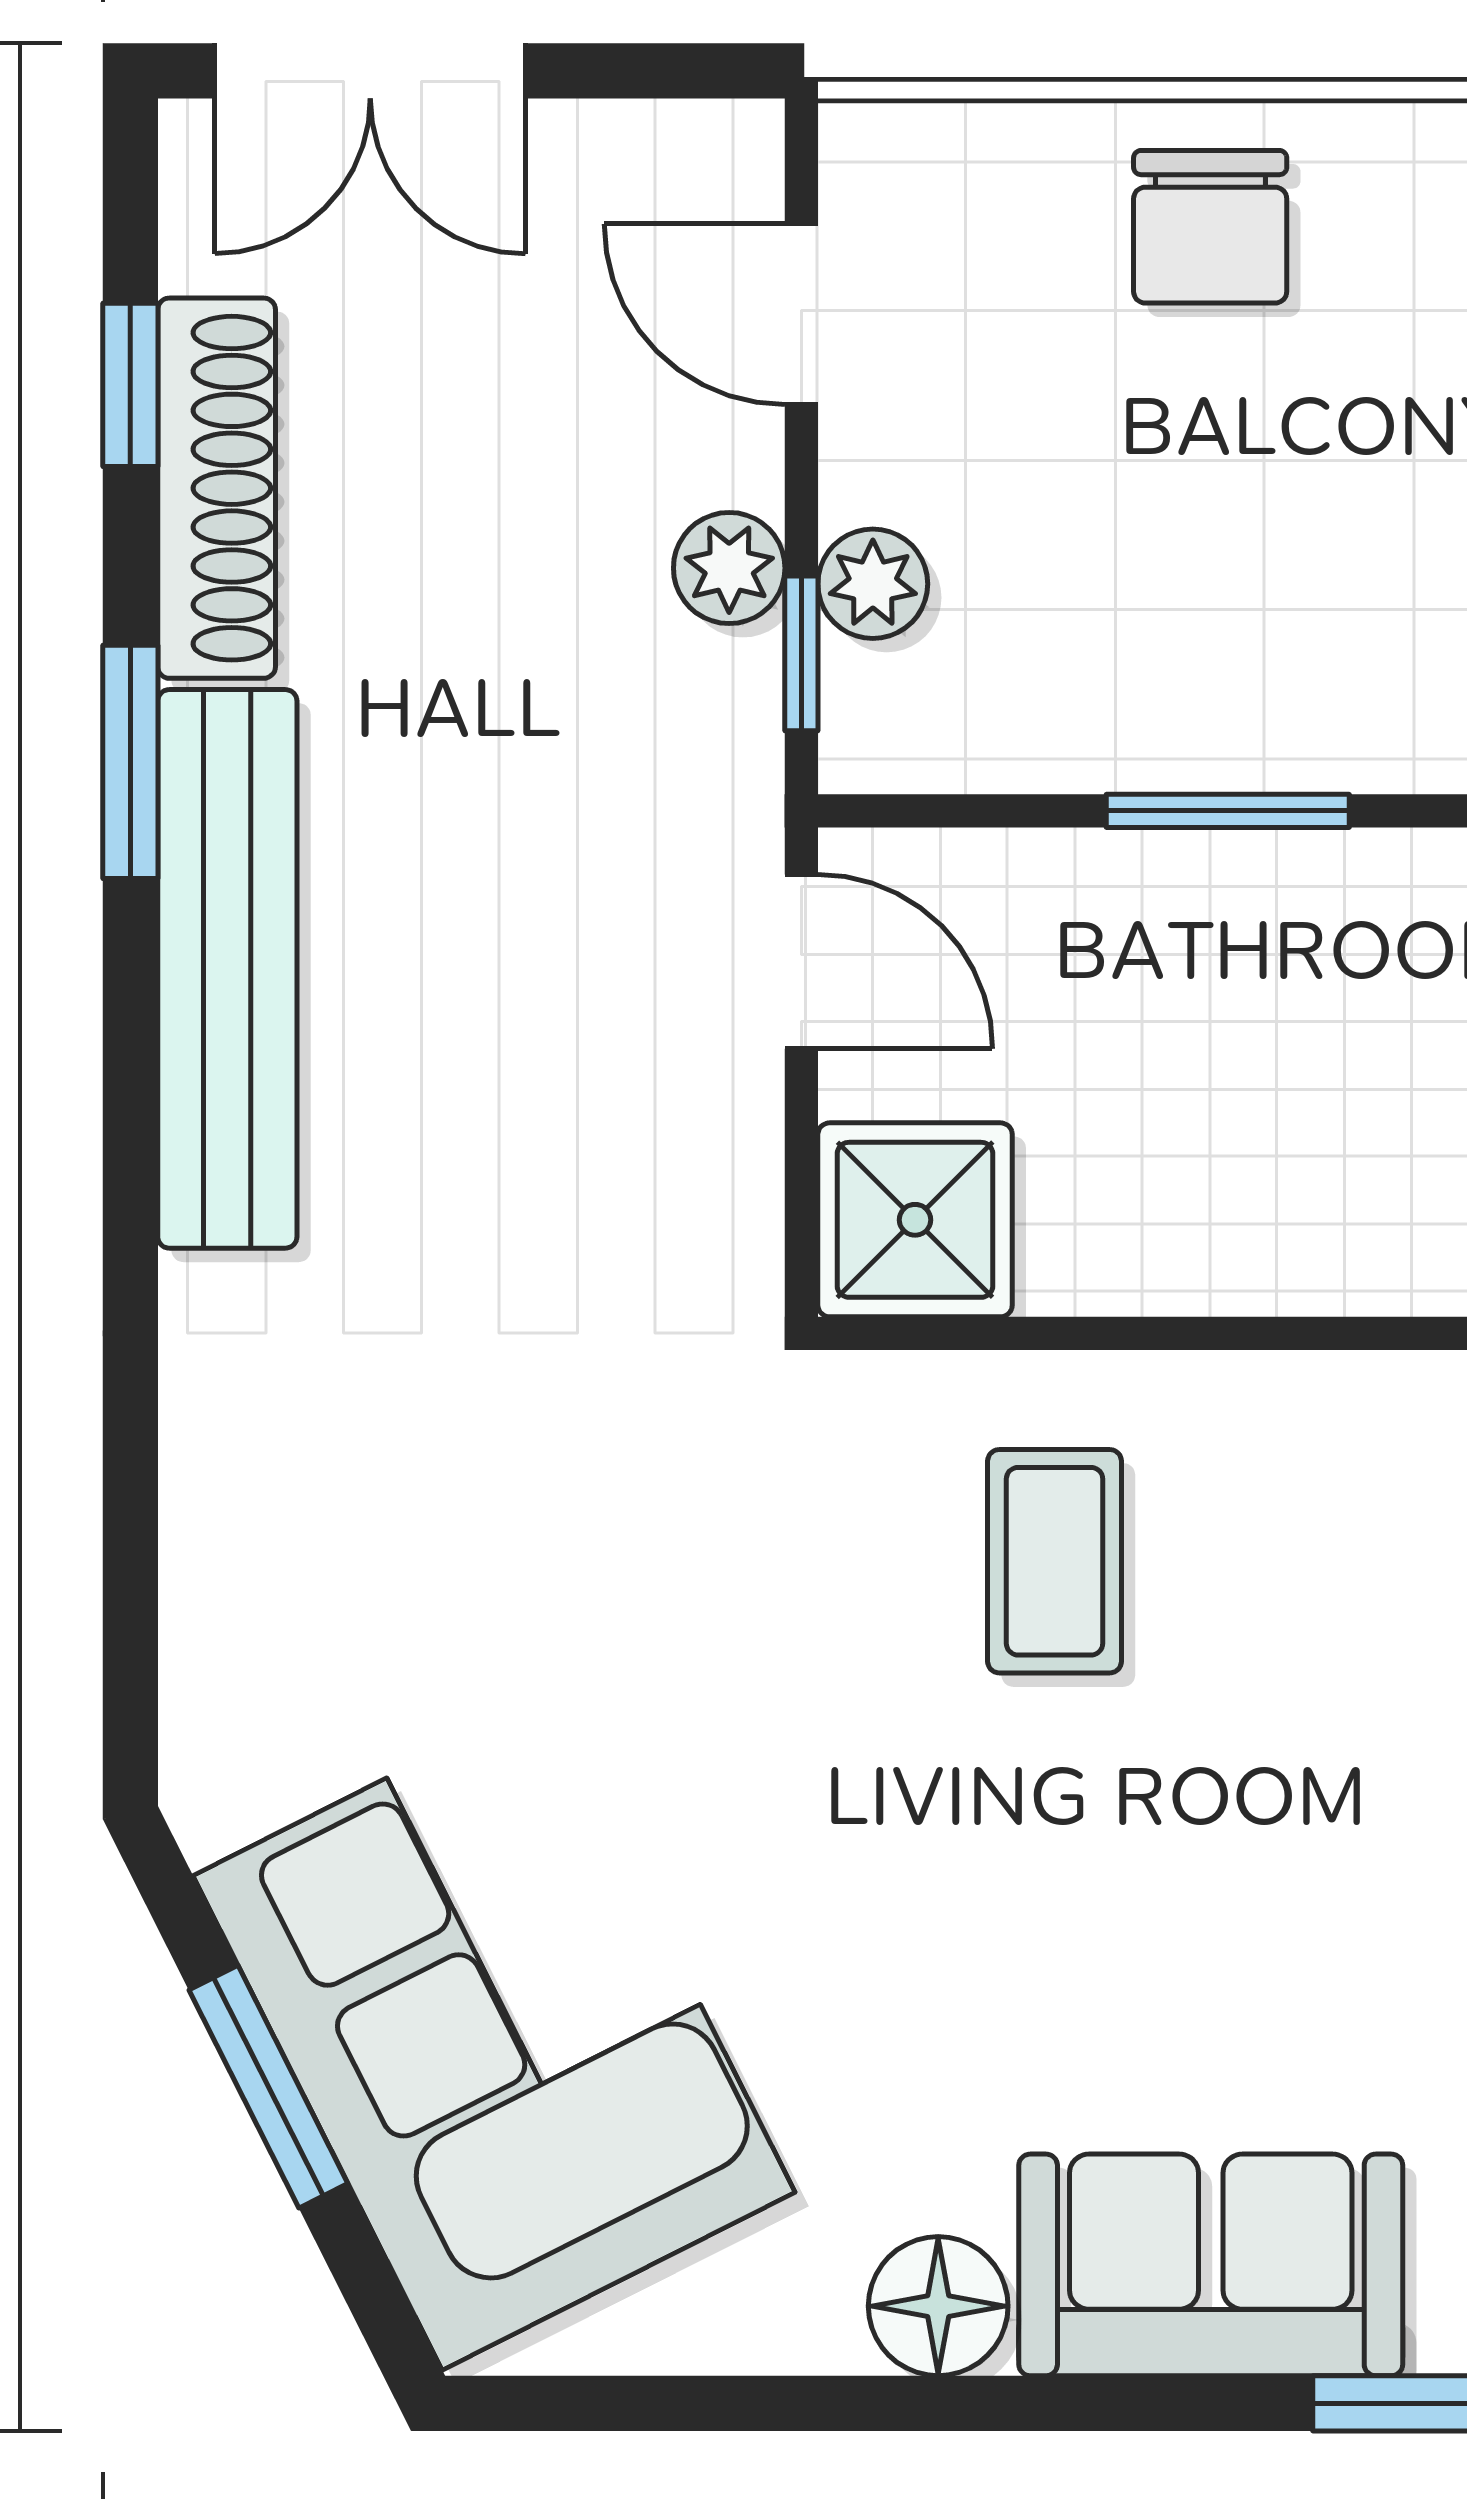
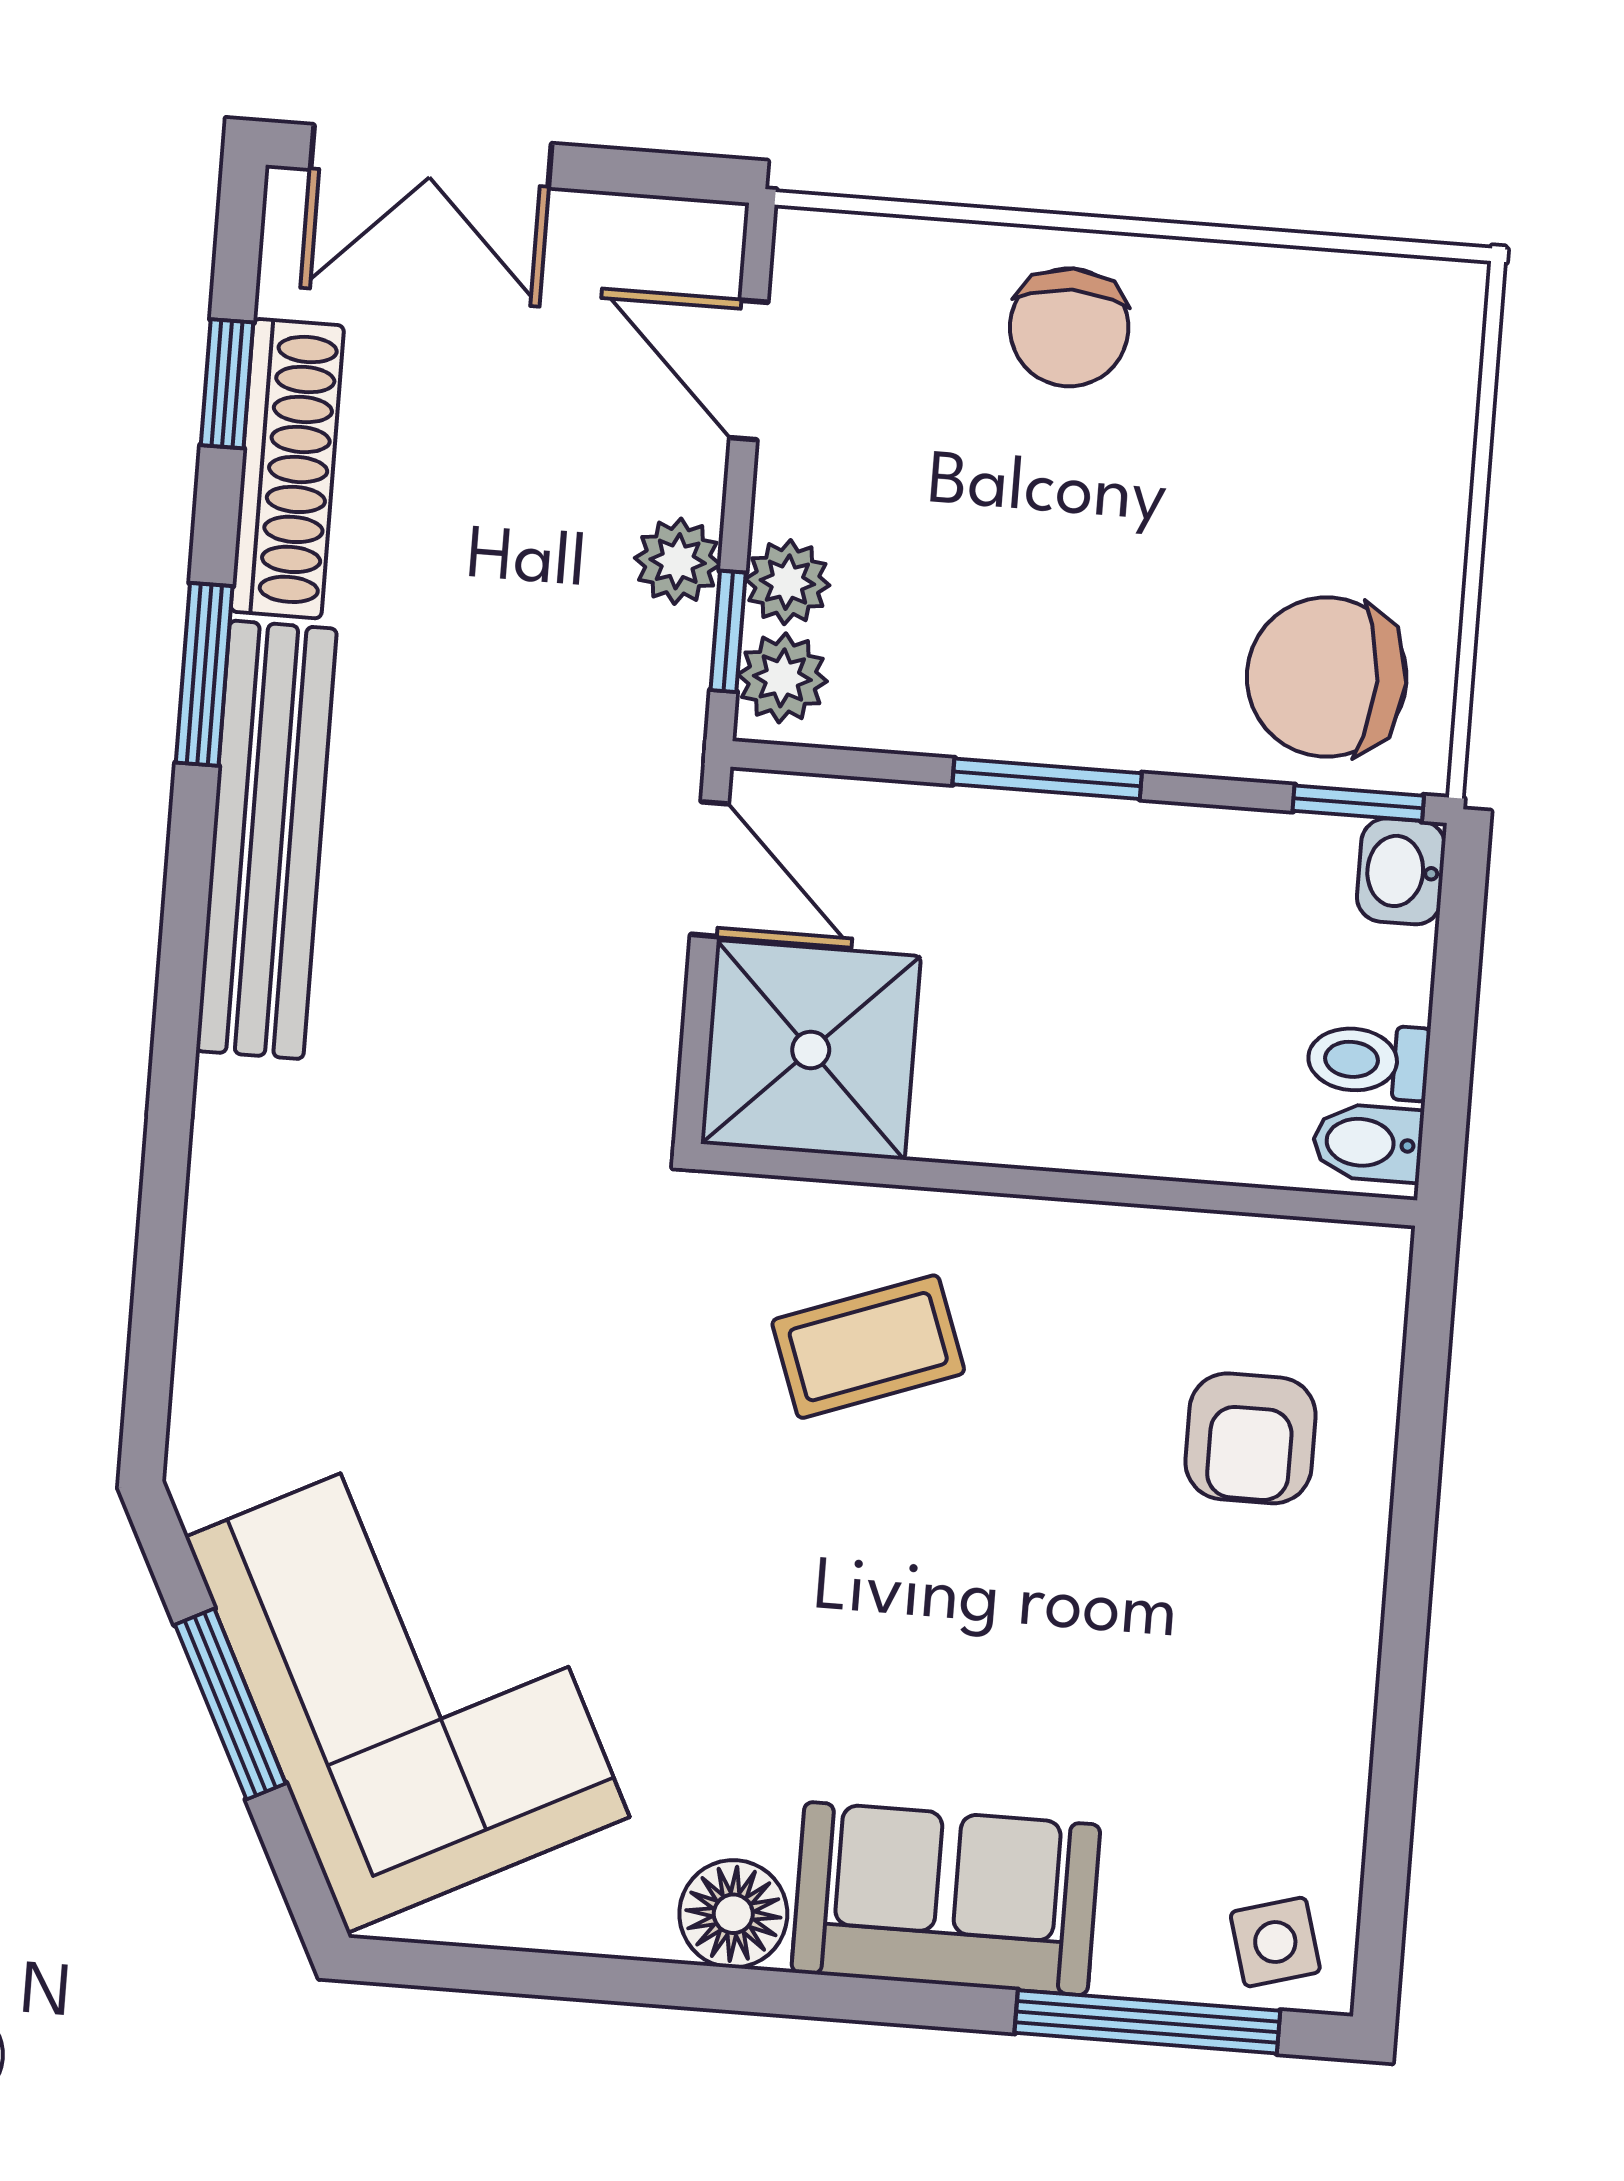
plant: (876, 708) -> (782, 678), added
shower: (915, 1220) -> (811, 1050), width x1.36, depth x1.36
coffee table: (1055, 1561) -> (868, 1347), turned 70

